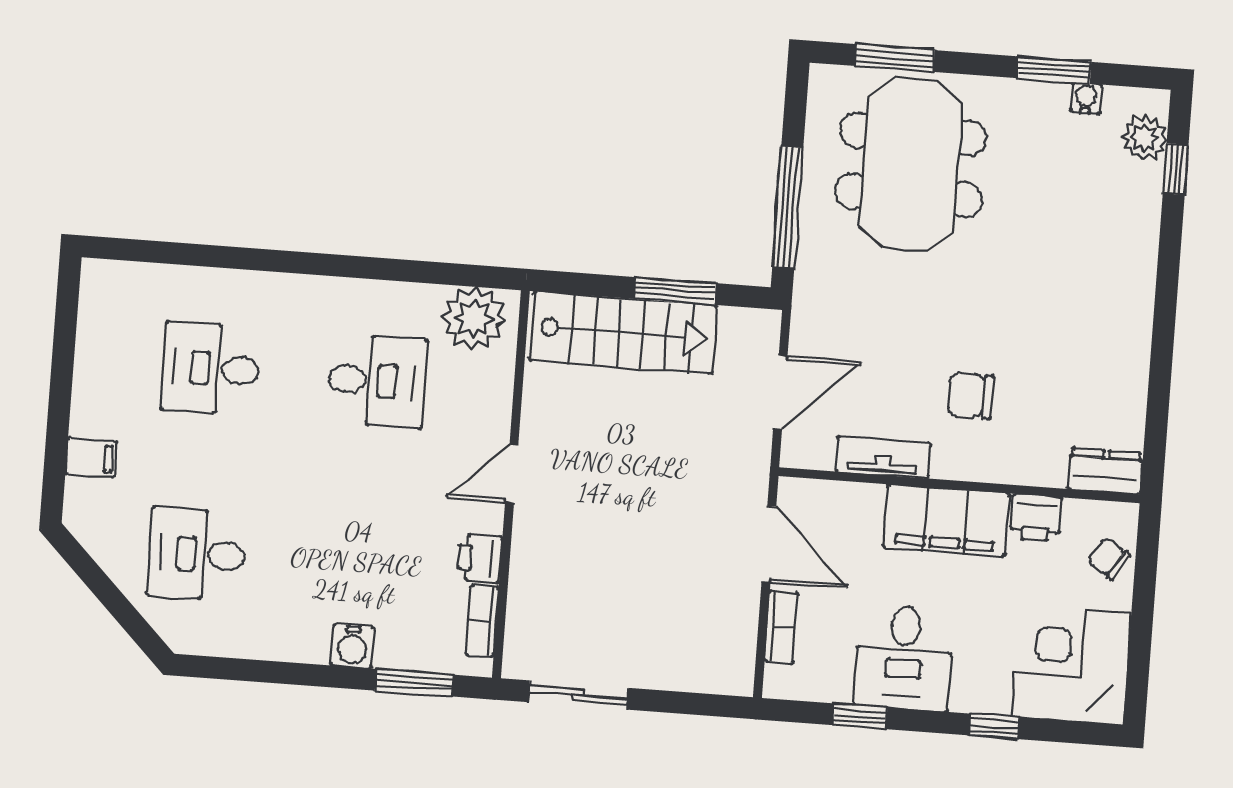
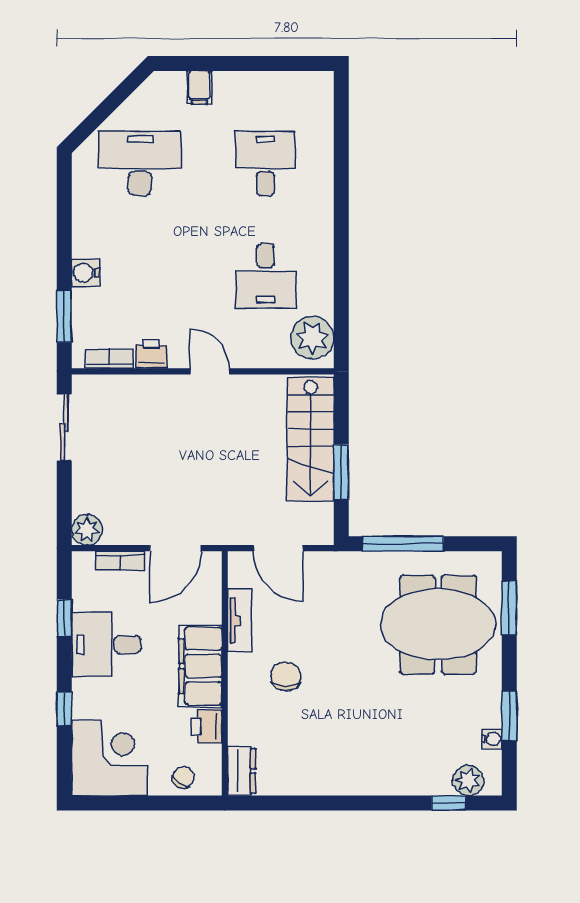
desk: (197, 554) -> (140, 163), width x1.37
plant: (732, 673) -> (87, 530), added

